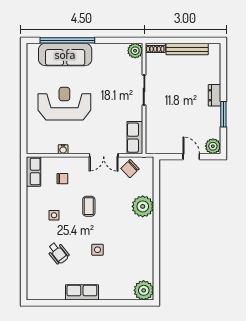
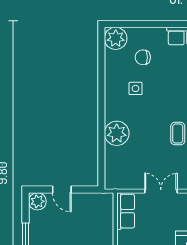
chair: (130, 169) -> (143, 57), moved, turned -136
side table: (97, 250) -> (136, 88), moved

